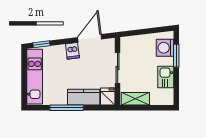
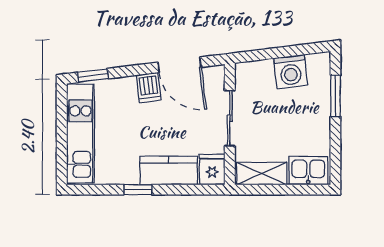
door: (90, 38) -> (180, 65), swing flipped
washing machine: (165, 48) -> (291, 72), moved, turned -97
kitchen sink: (166, 77) -> (308, 171), moved, turned 90
window: (67, 108) -> (138, 190), width x0.46

